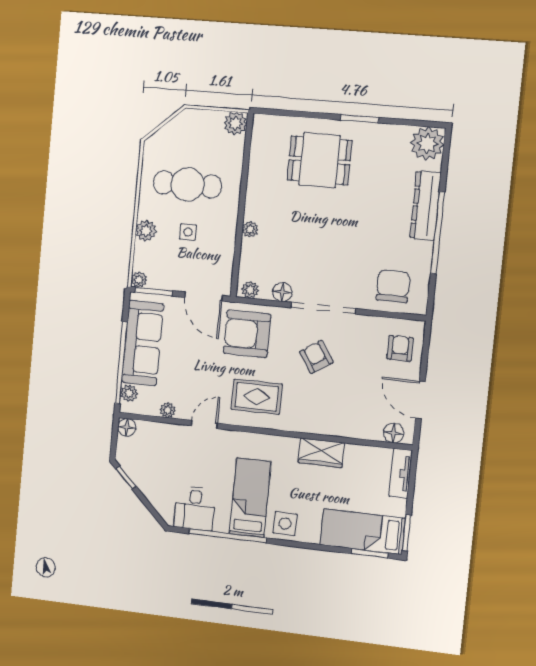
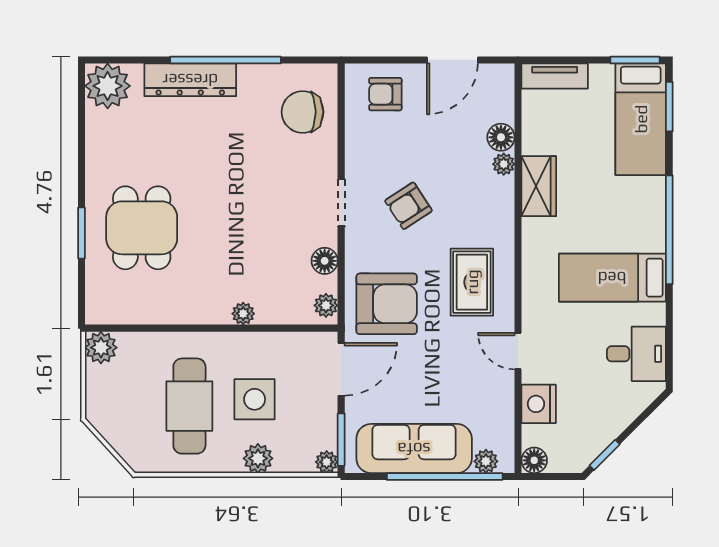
window: (360, 119) -> (82, 233), moved
side table: (188, 232) -> (255, 399), width x1.87, depth x1.87
doorway: (323, 308) -> (341, 203), width x0.53
armchair: (247, 334) -> (387, 304), turned -90
plant: (168, 410) -> (504, 164), moved
floor lamp: (394, 433) -> (501, 137), moved
nightstand: (166, 435) -> (539, 404), added
side table: (285, 523) -> (642, 226), removed
window: (228, 536) -> (669, 230), moved

